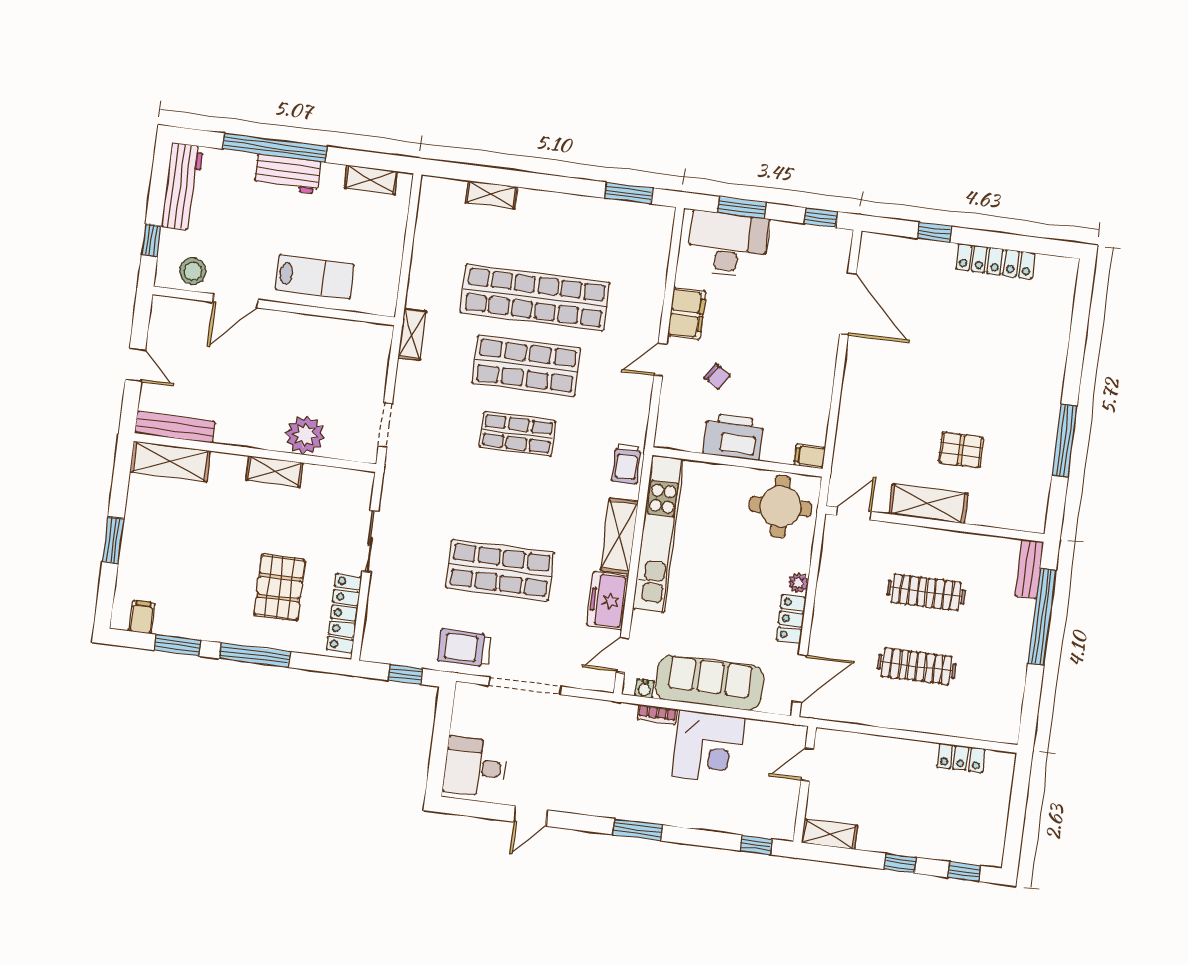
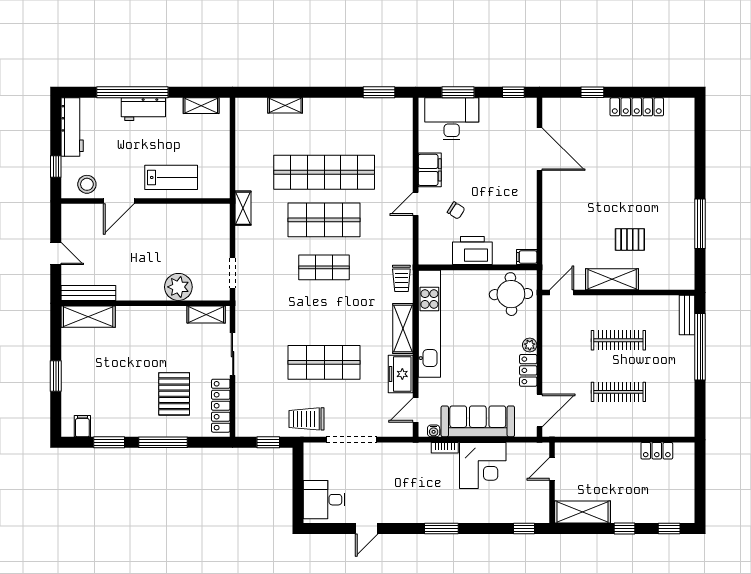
shelving: (275, 471) -> (206, 314), moved
shelving: (829, 834) -> (583, 512), width x1.50, depth x1.33

